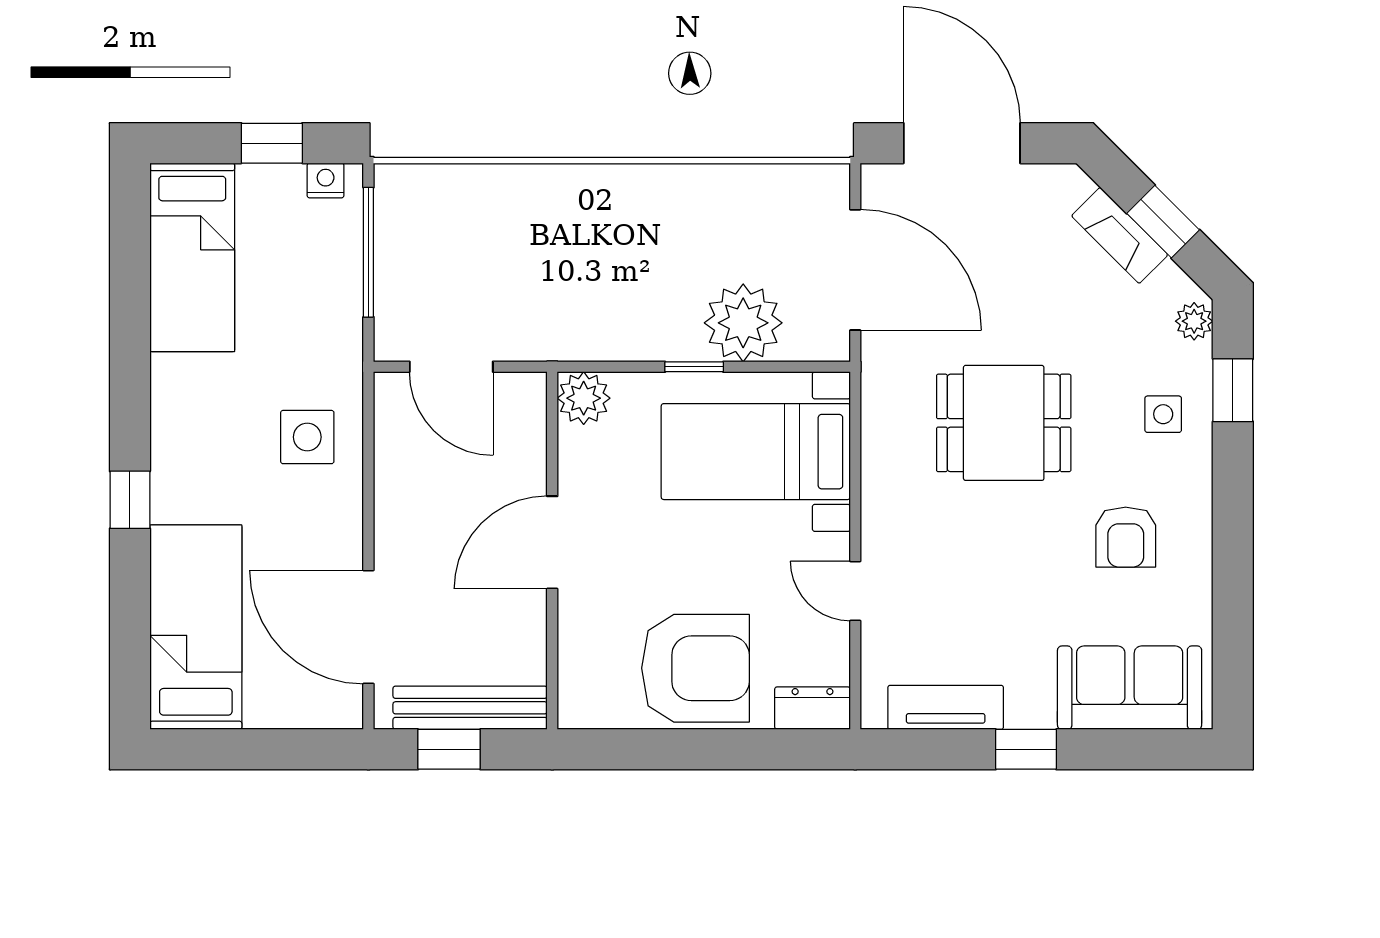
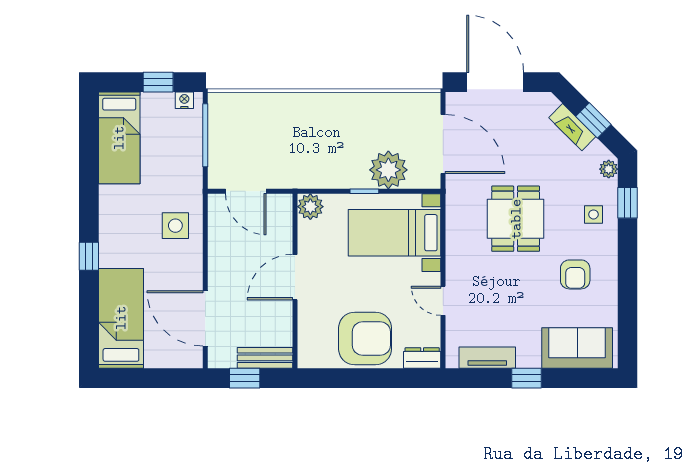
dining table: (1004, 423) -> (516, 219), turned 90
bench: (470, 708) -> (265, 358), width x0.73

